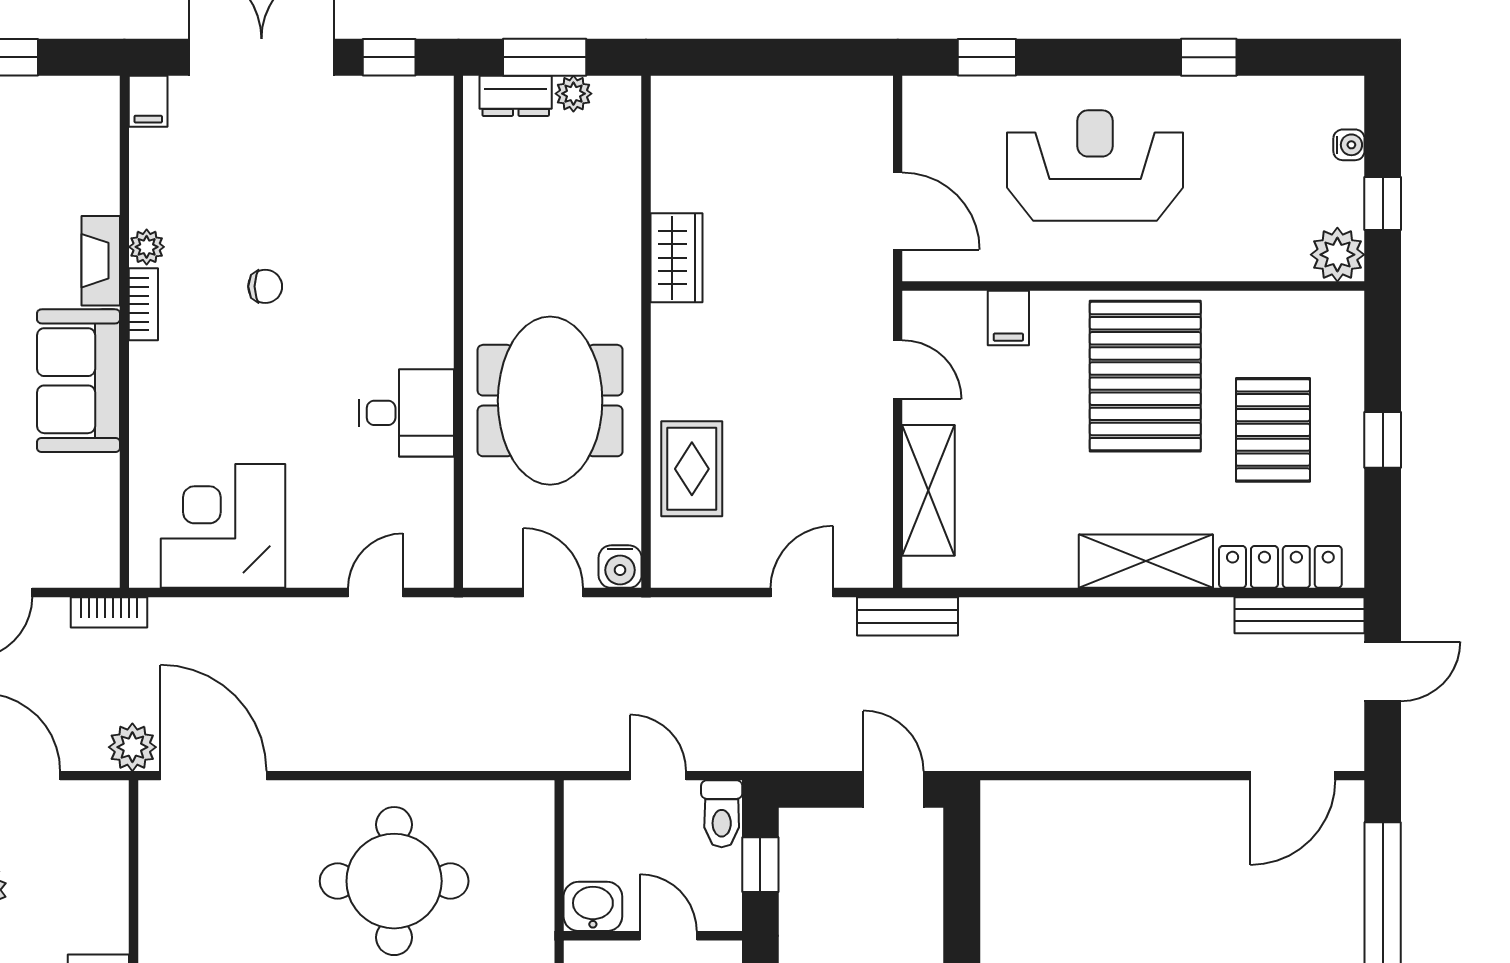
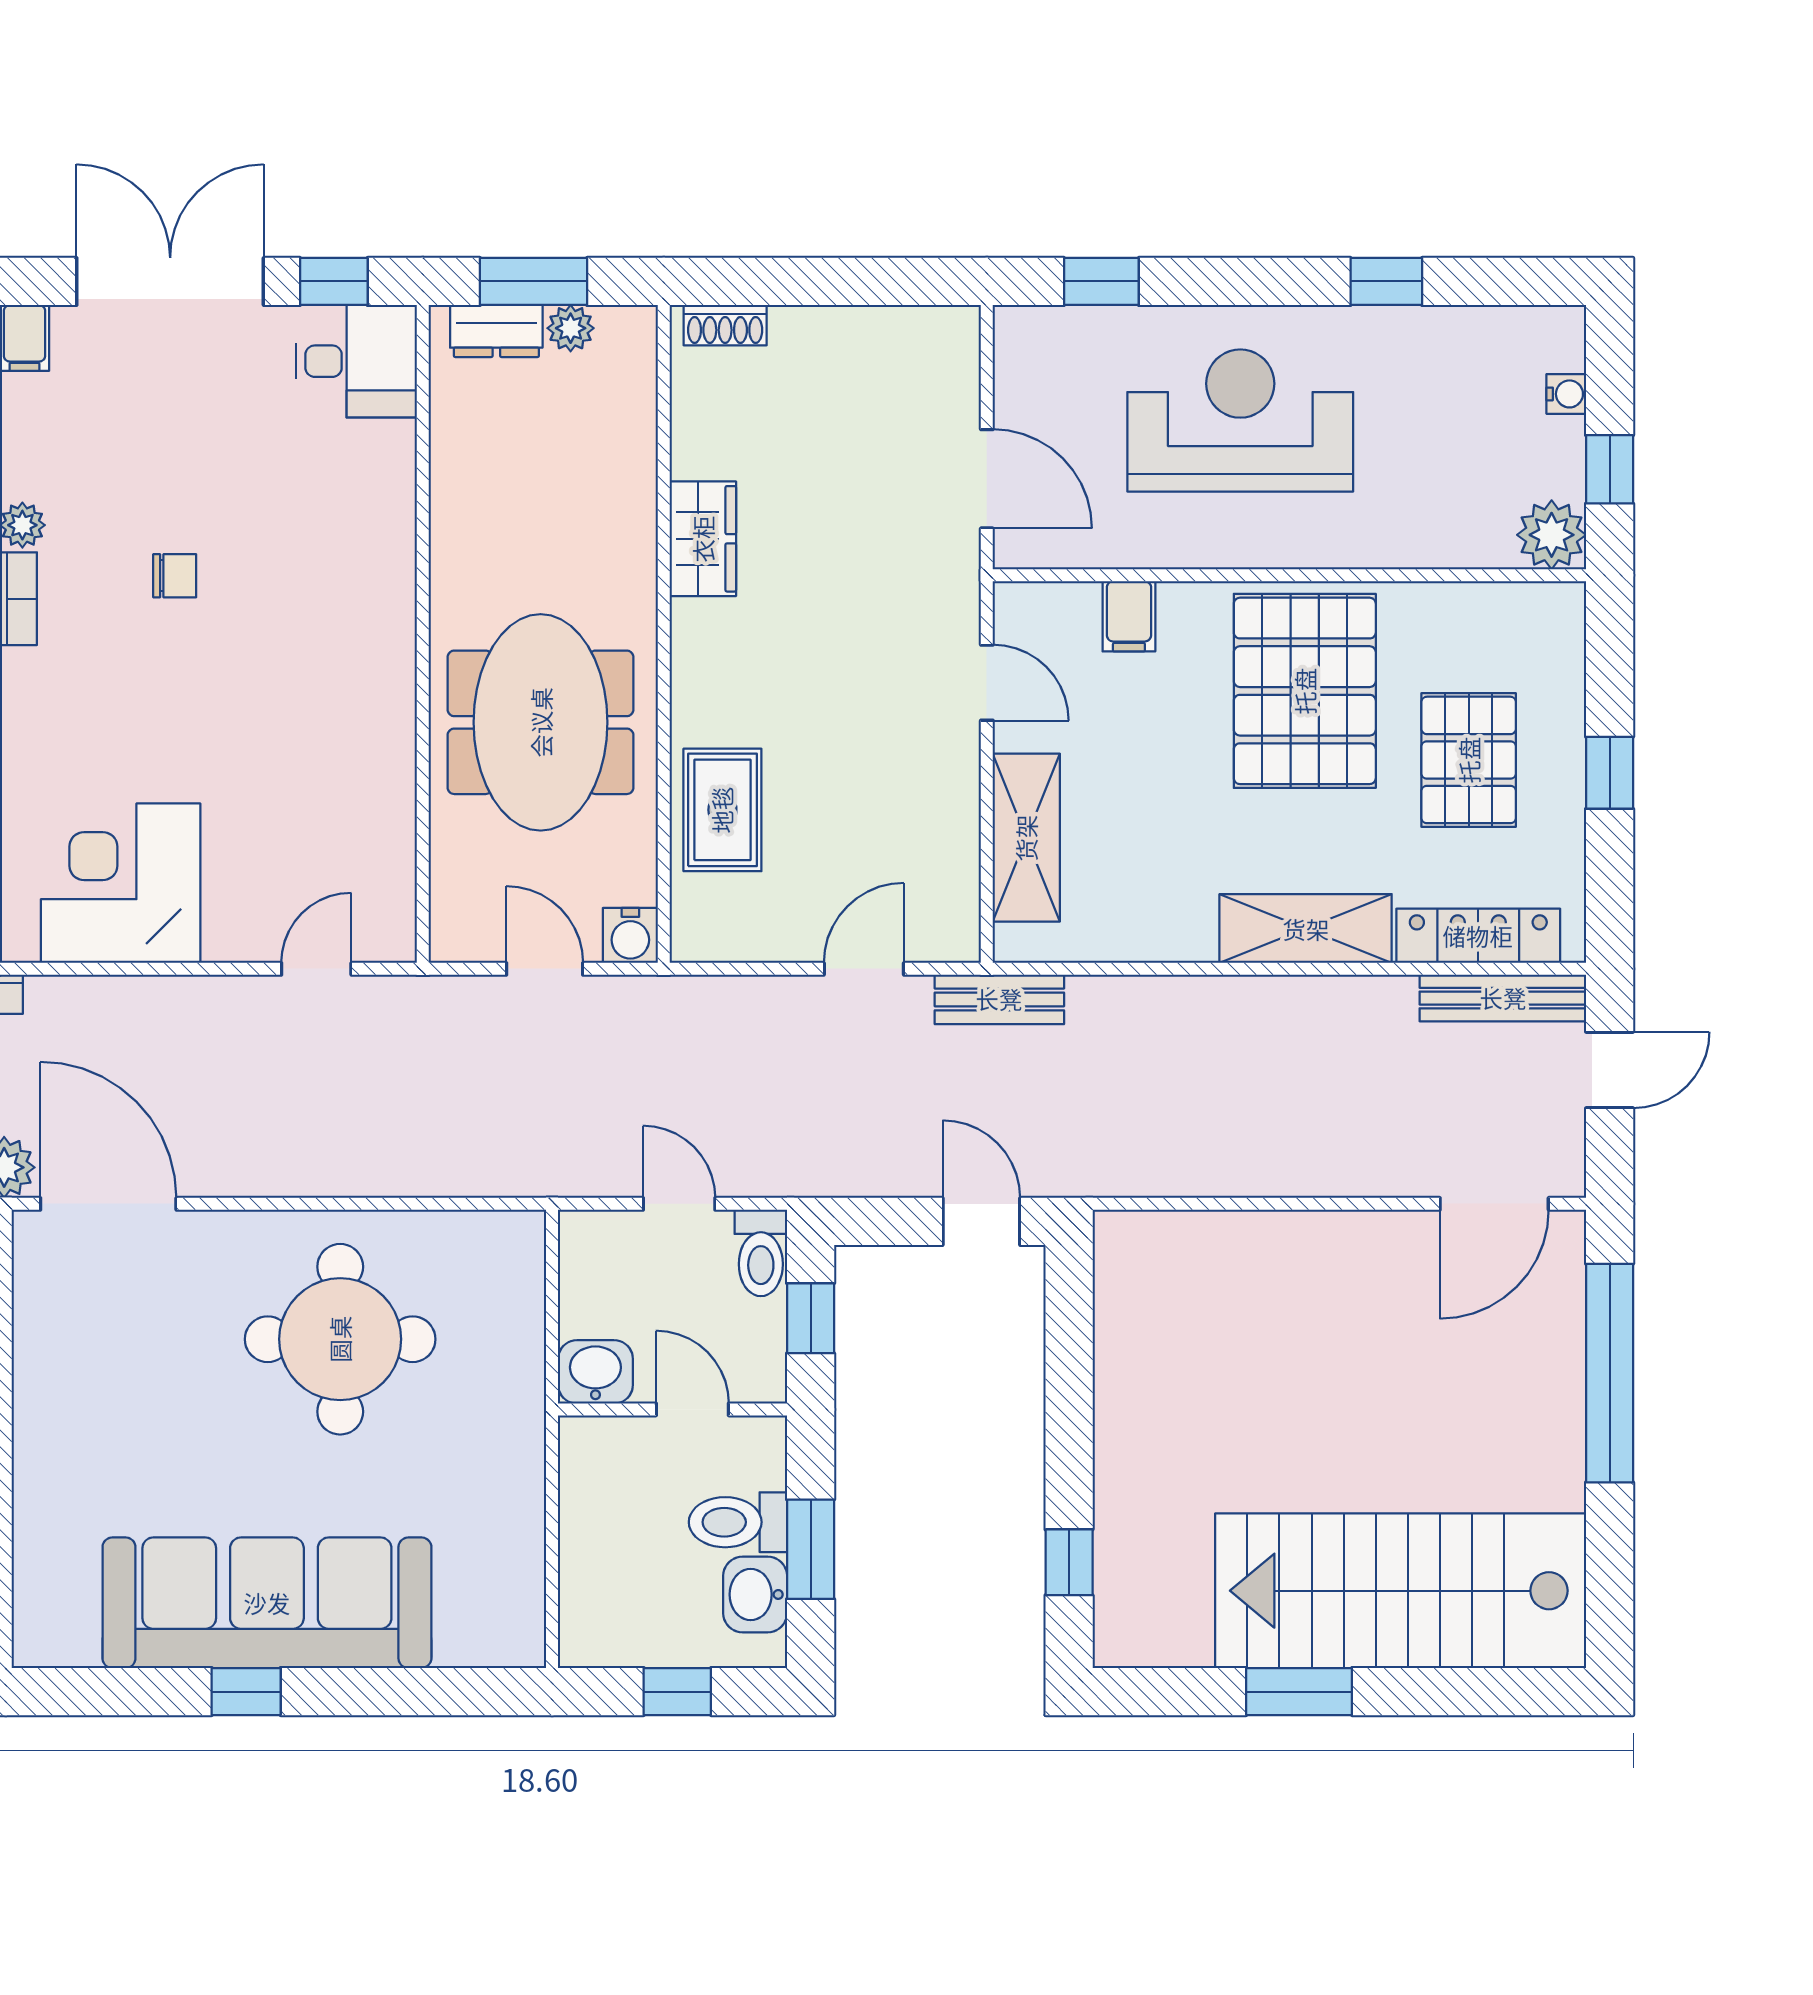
shoe rack: (694, 91) -> (725, 325), added
desk: (407, 413) -> (356, 361), moved

